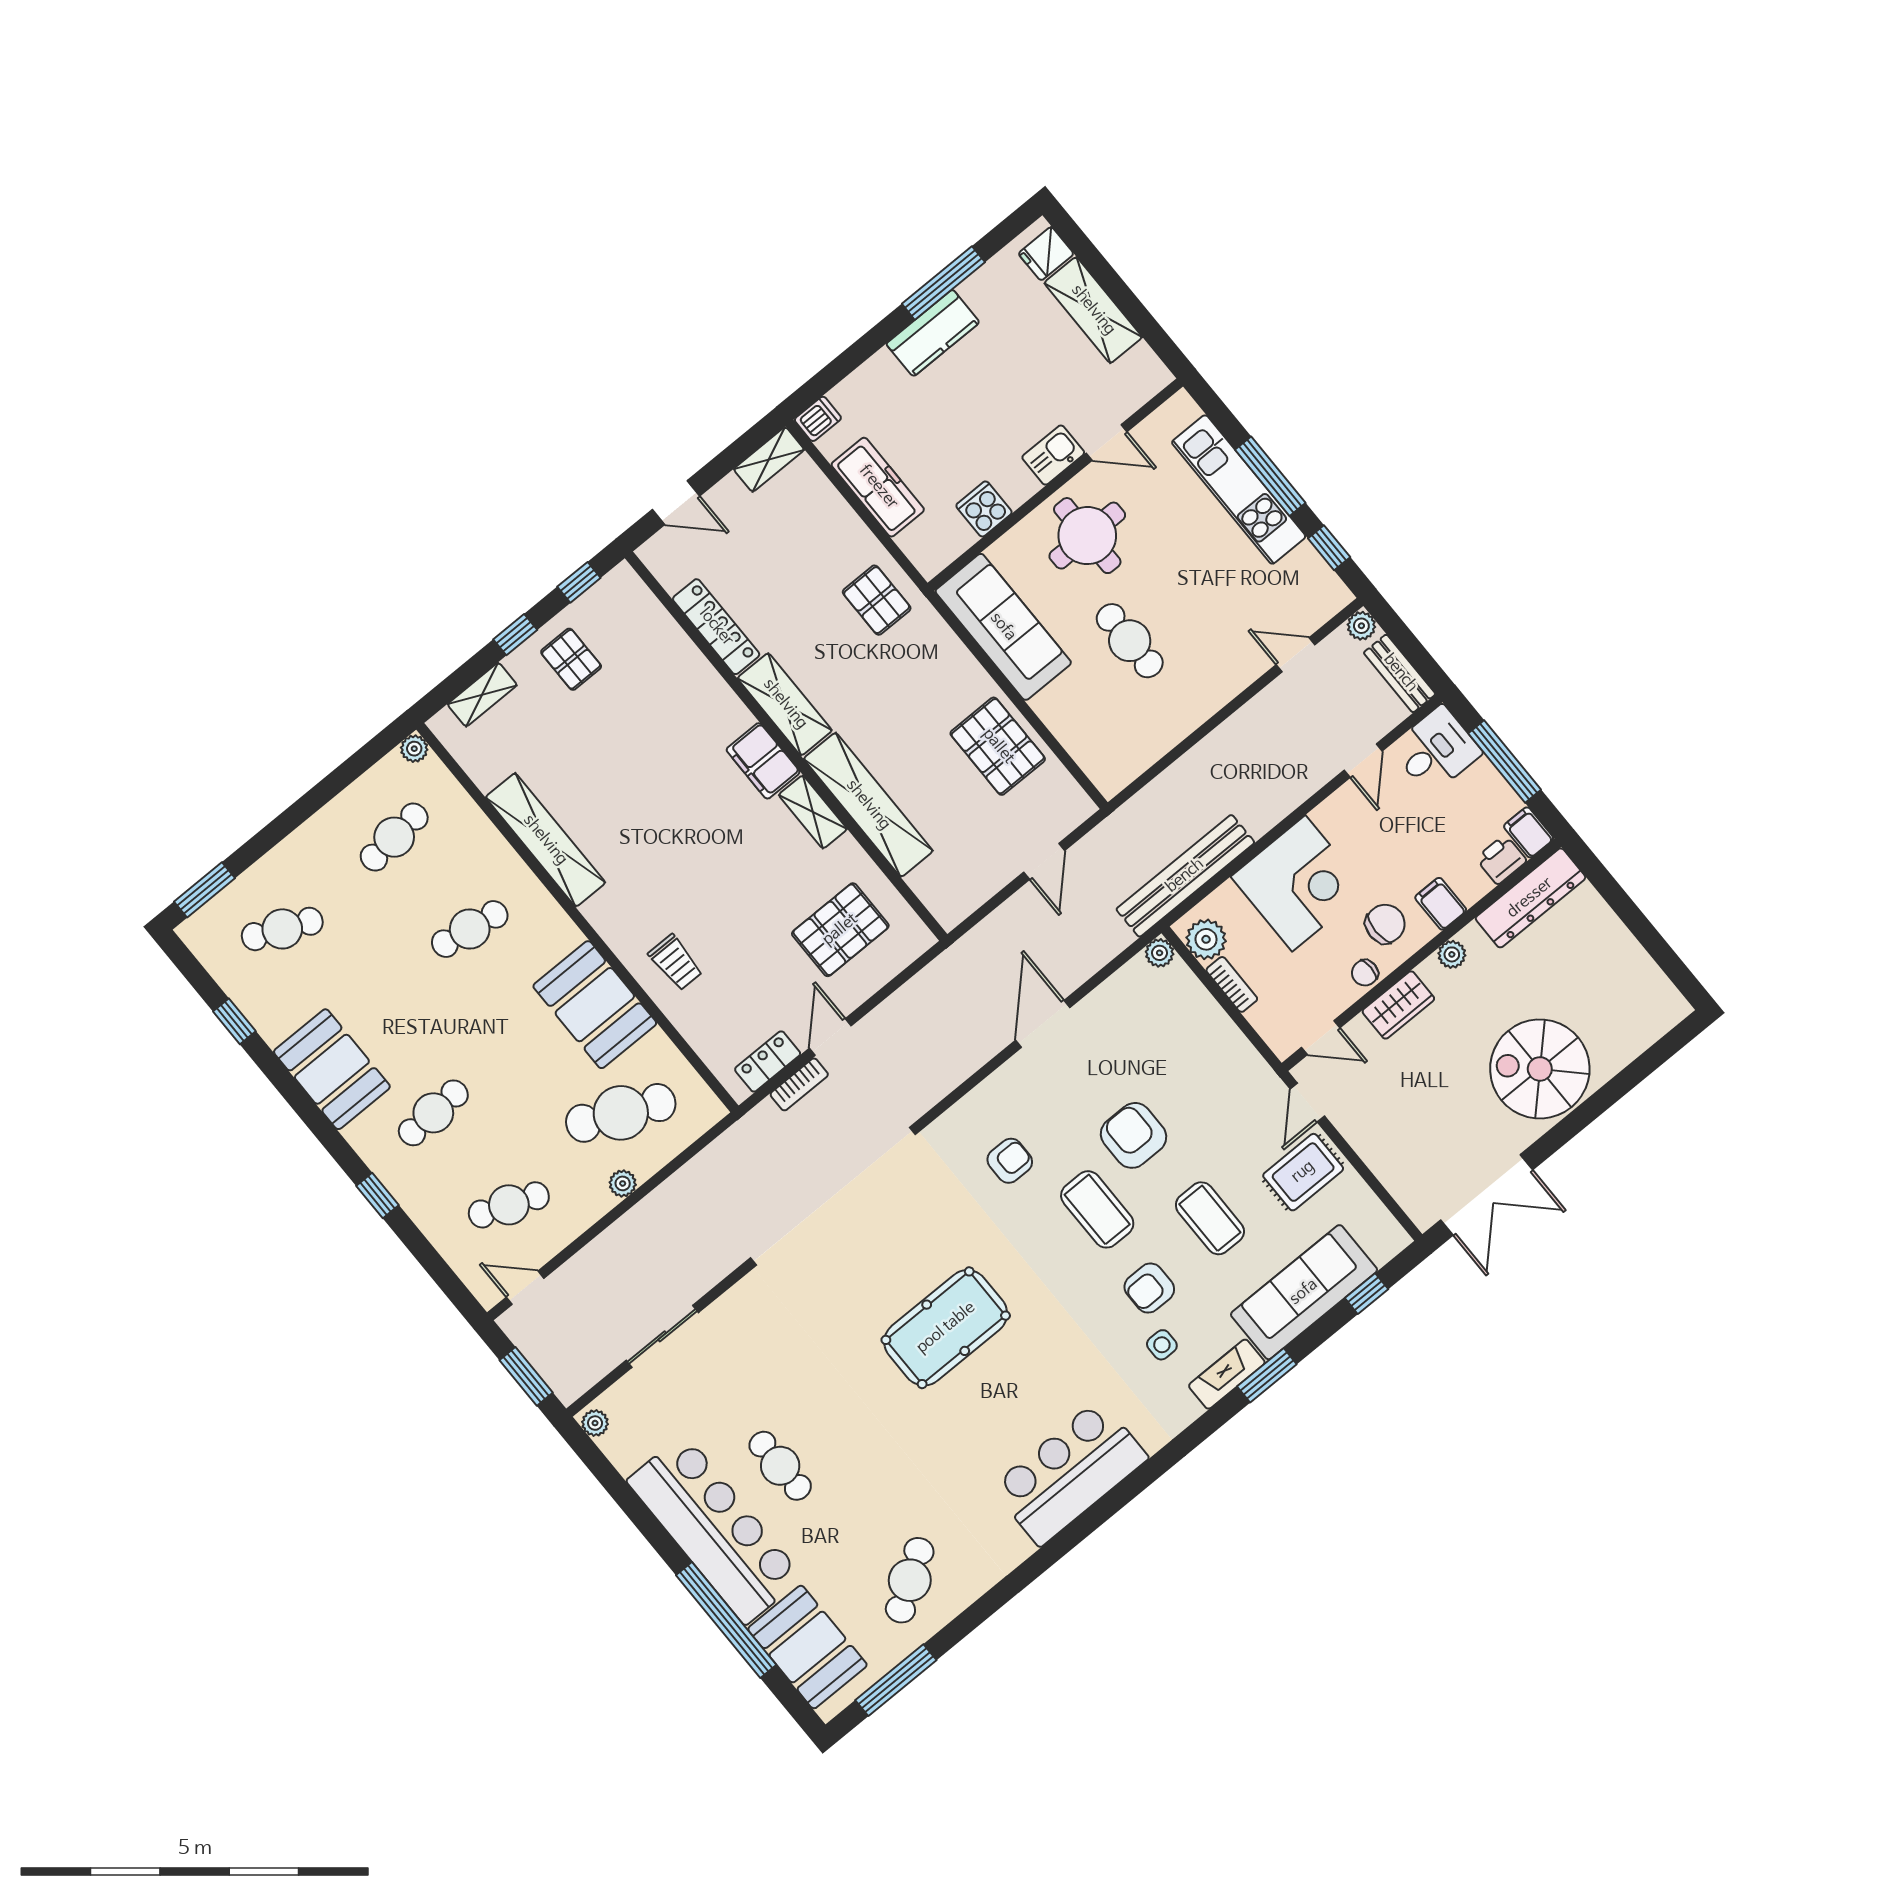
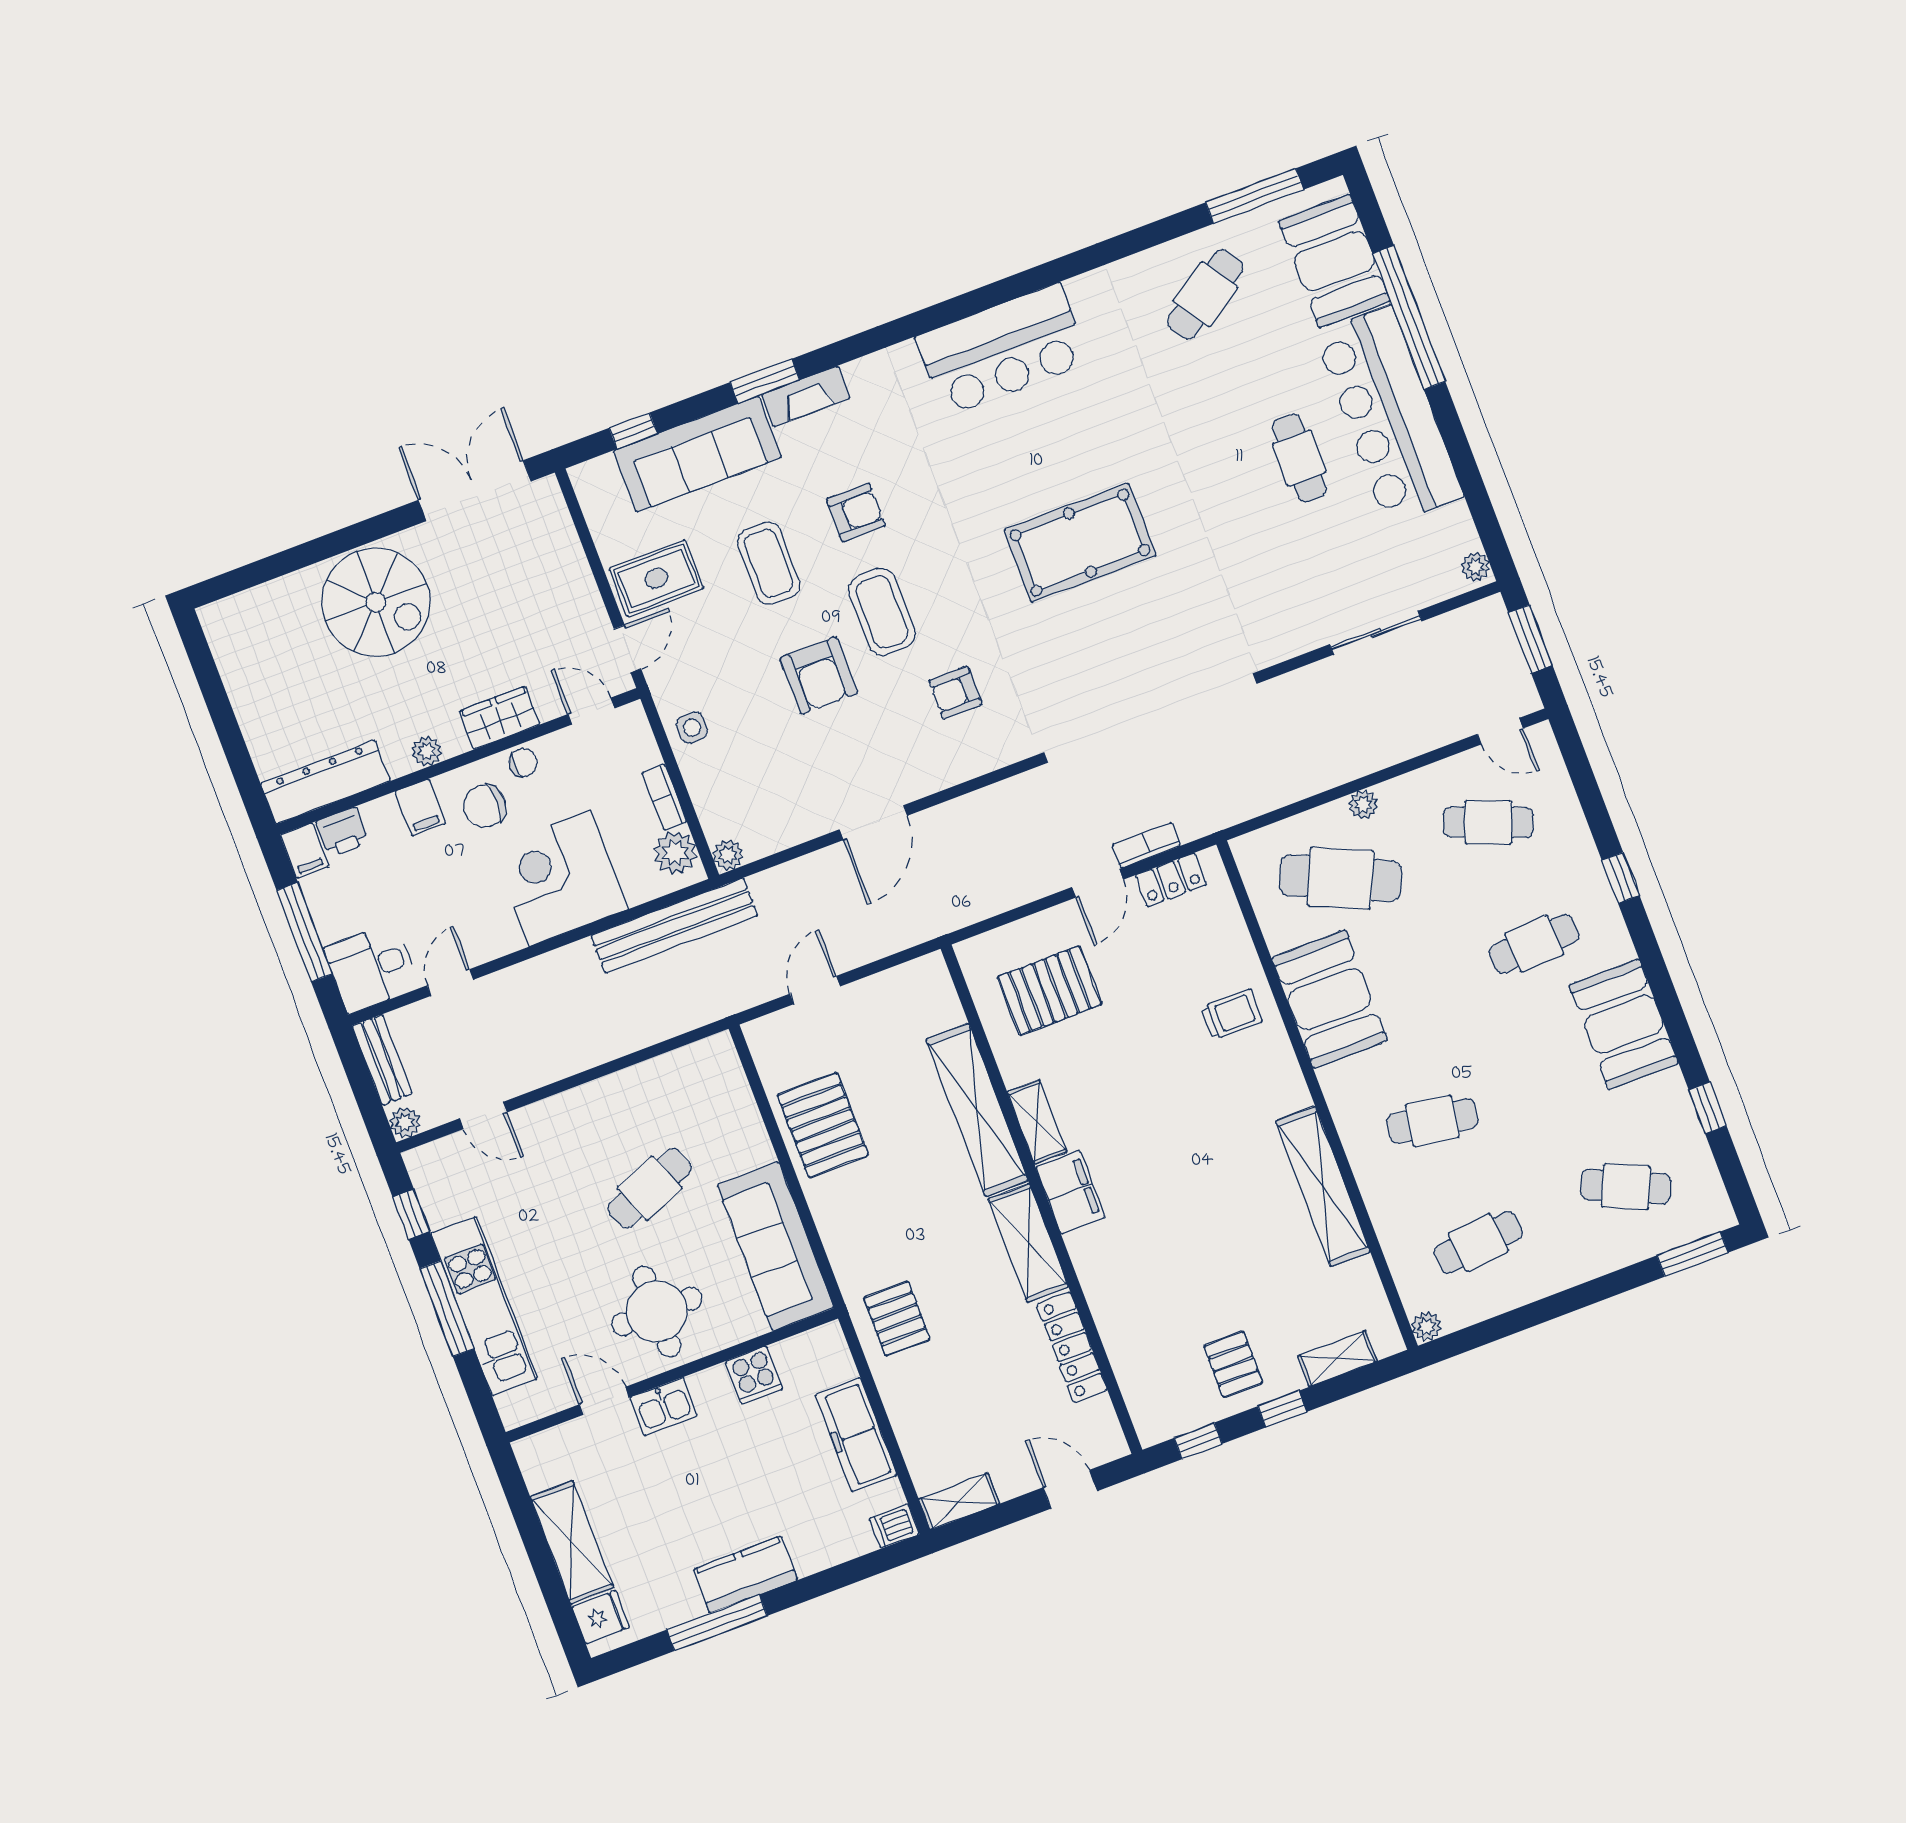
cafe table: (1130, 641) -> (650, 1188), turned 68
trolley: (675, 962) -> (1231, 1014), turned 90
side table: (1162, 1345) -> (692, 728), moved

